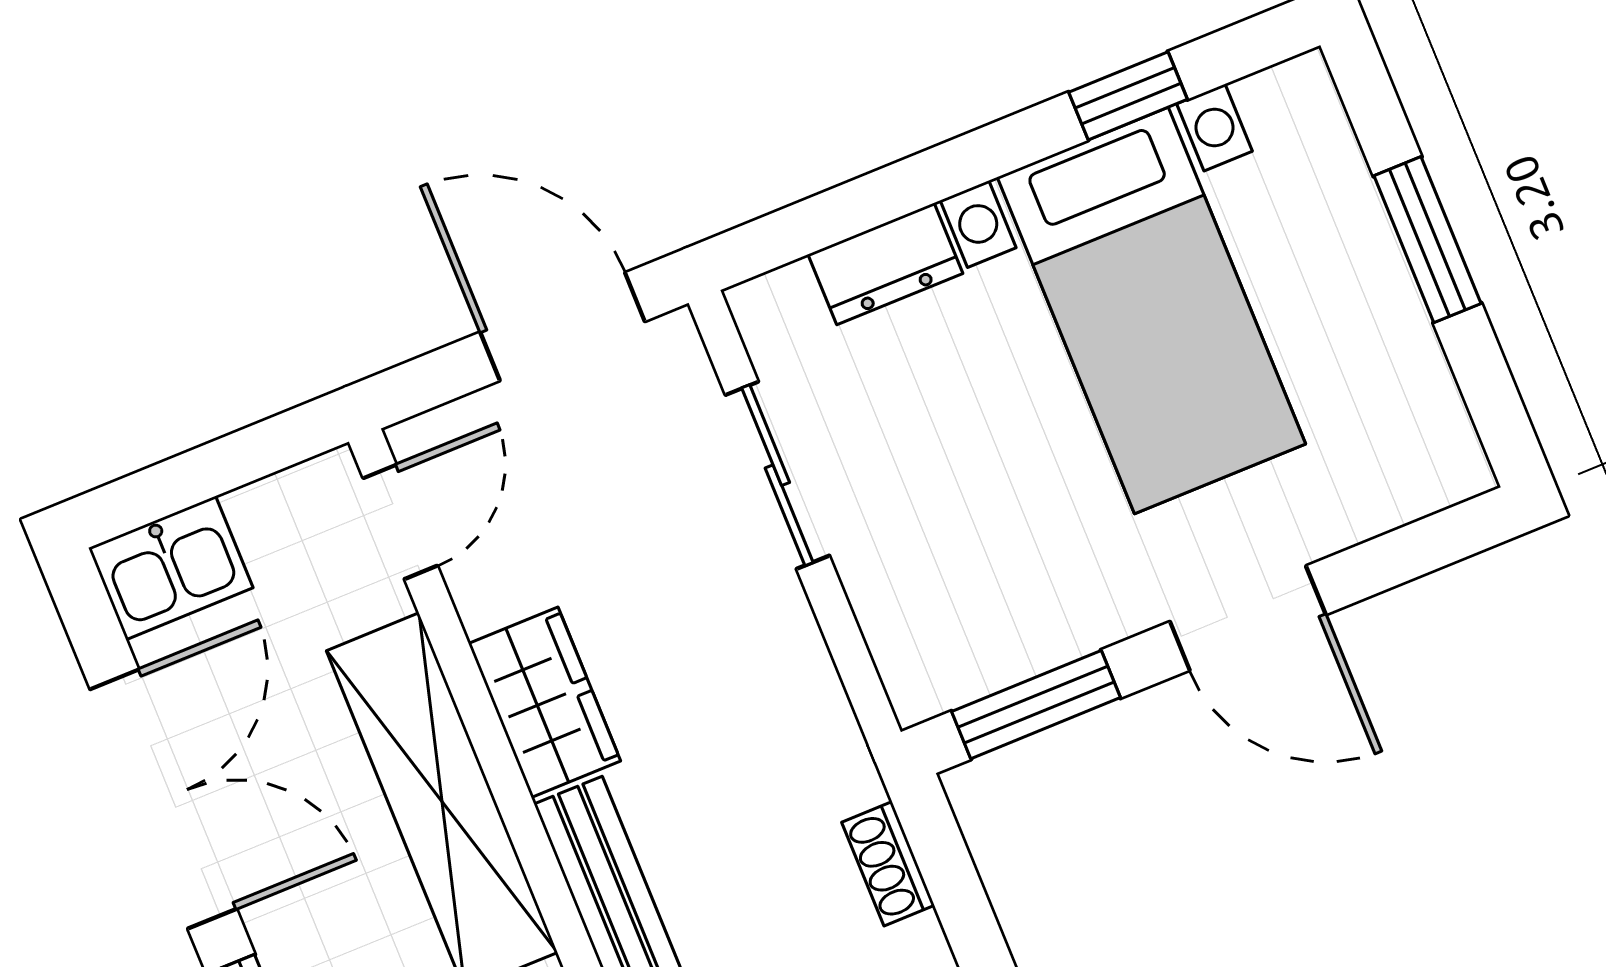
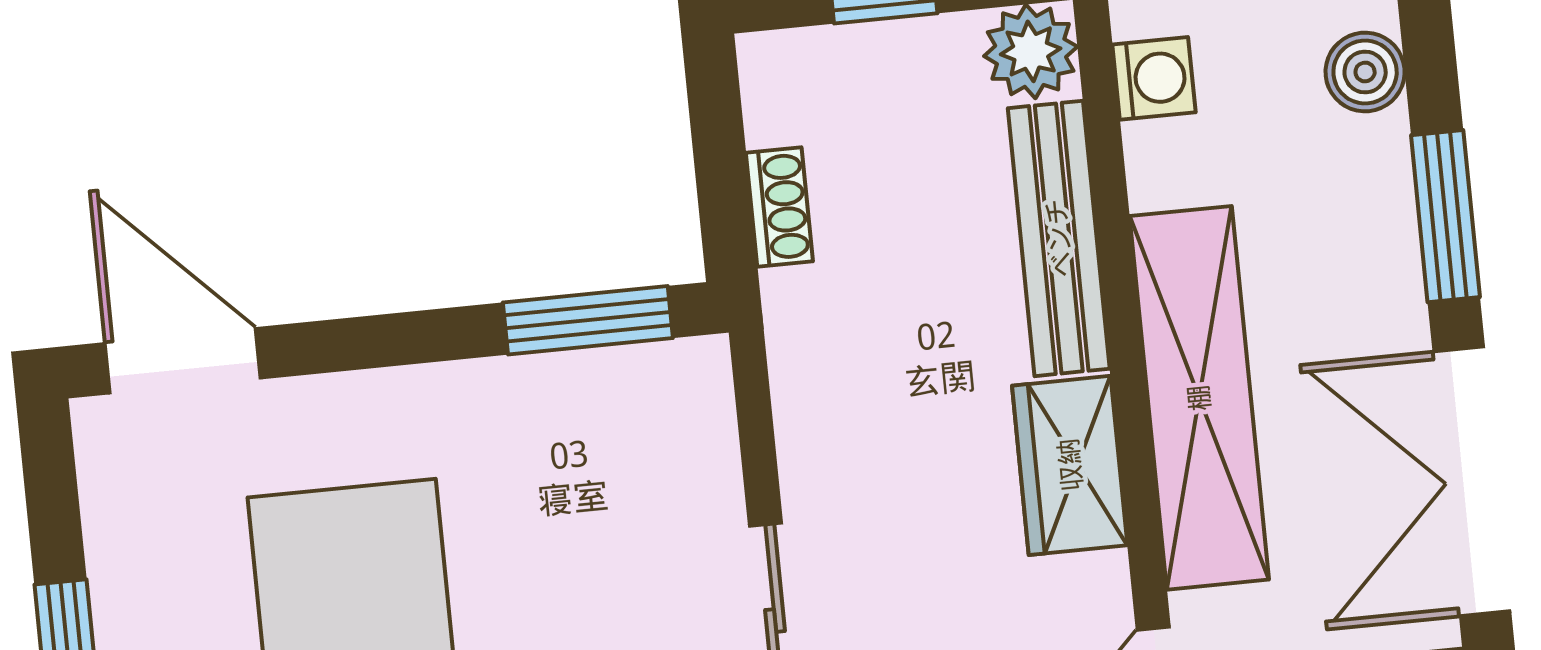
door: (1248, 618) -> (183, 361), moved

